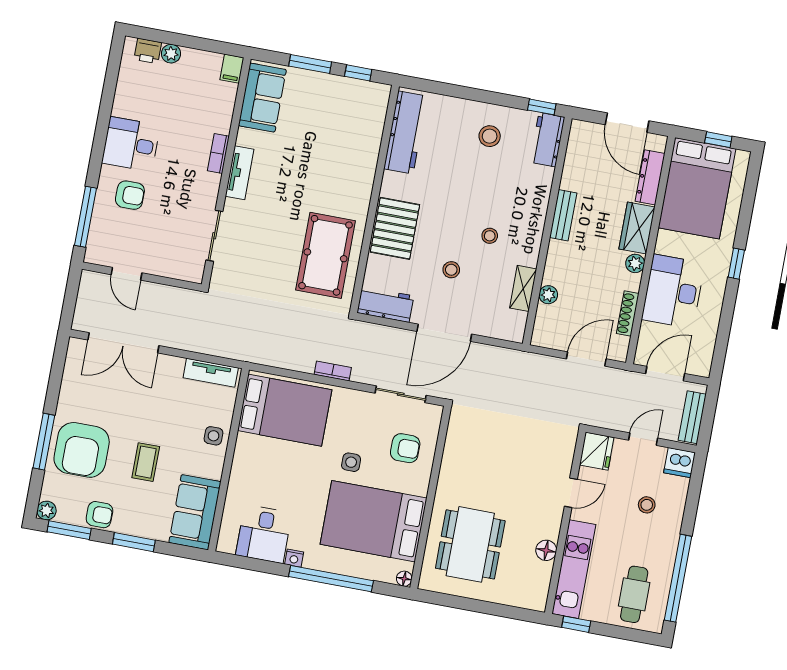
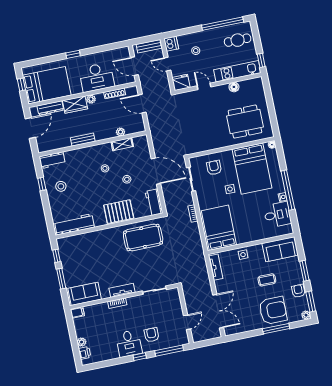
window: (542, 107) -> (42, 184), moved
window: (97, 155) -> (140, 357), added
window: (331, 579) -> (288, 190), moved

